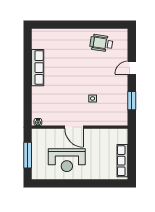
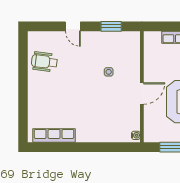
wheelchair: (101, 43) -> (44, 62), turned 88
row of seats: (38, 68) -> (54, 136), moved

